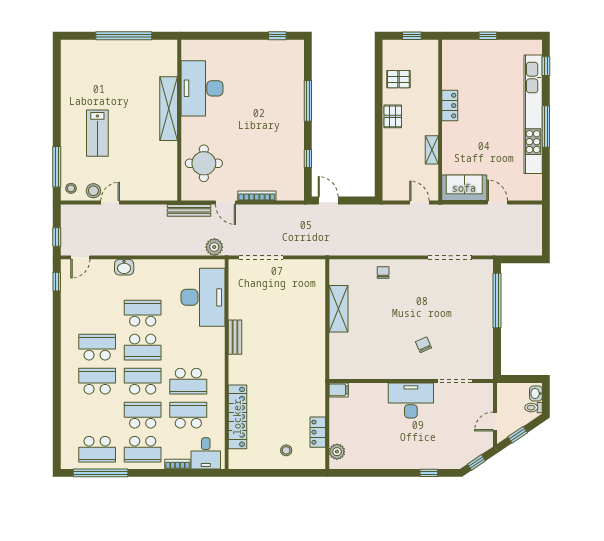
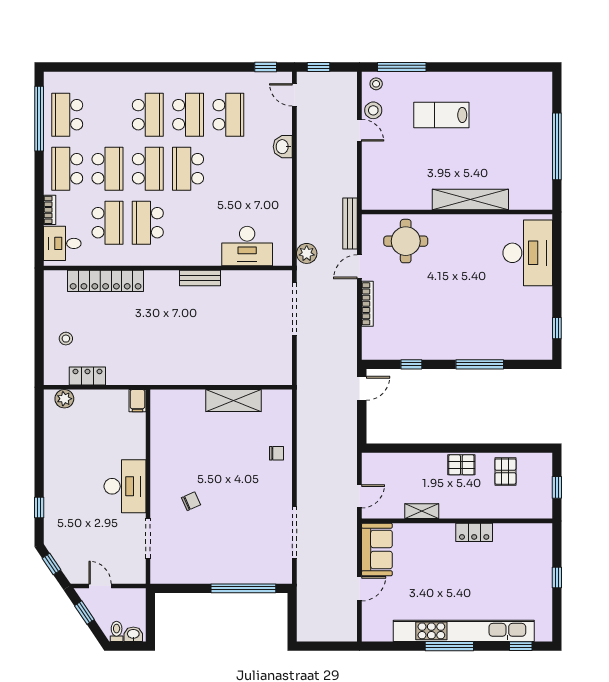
desk: (202, 88) -> (528, 253), moved, turned 90
desk: (203, 297) -> (247, 246), width x0.73, depth x0.77
school desk: (143, 313) -> (228, 115), moved

